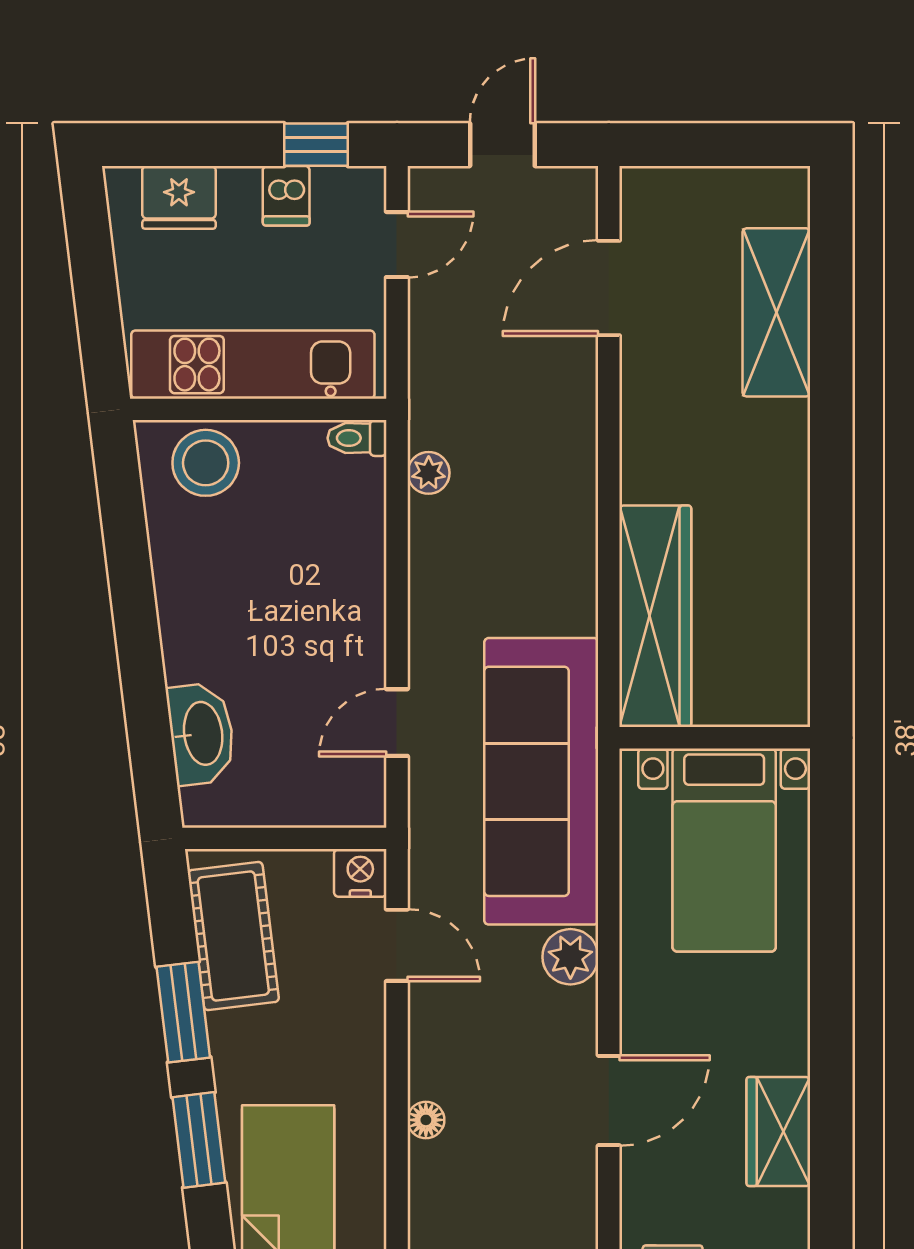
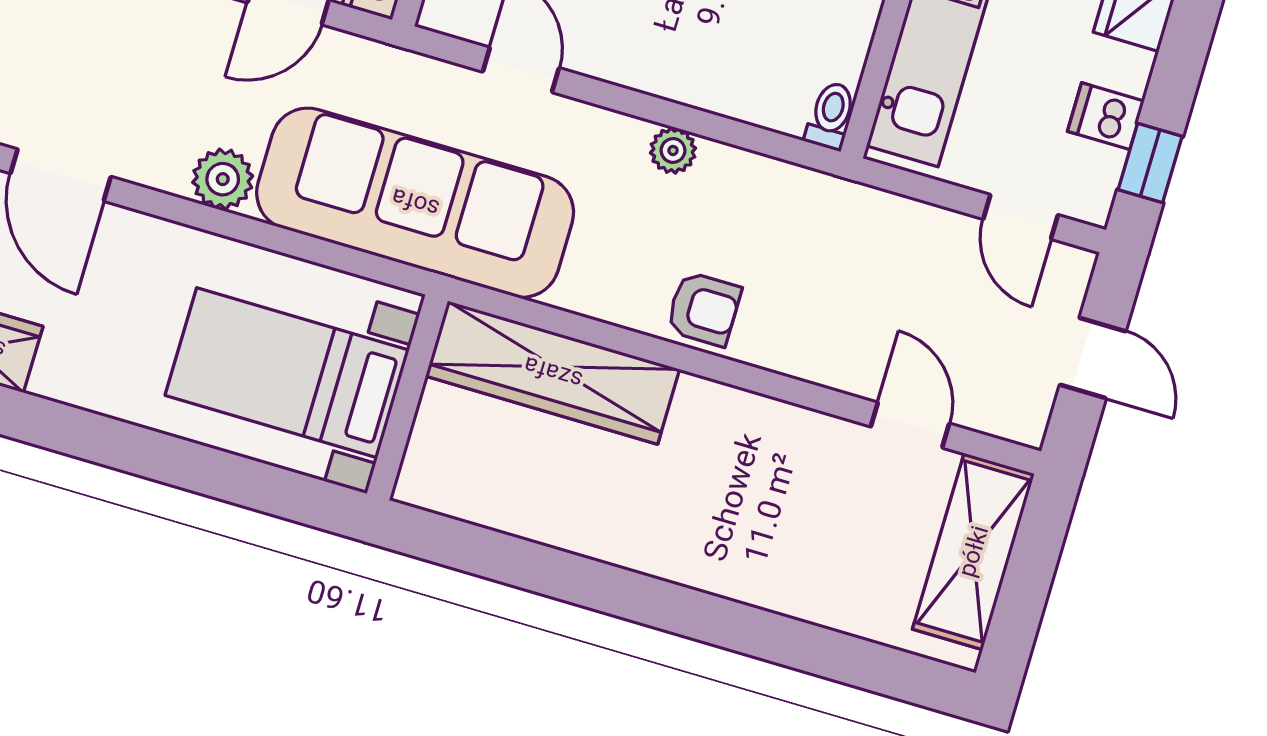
door: (609, 288) -> (910, 425), width x0.73
shelving: (776, 312) -> (973, 551), moved, turned 90
plant: (429, 473) -> (673, 150), moved
armchair: (560, 500) -> (704, 309), added

